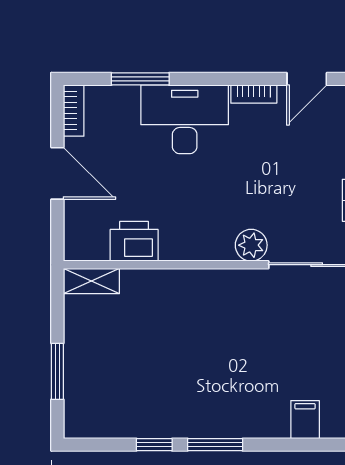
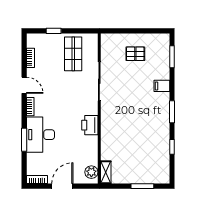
window: (140, 79) -> (24, 140), moved
printer: (134, 241) -> (90, 125), moved
plant: (251, 245) -> (91, 172), moved
window: (215, 445) -> (172, 112), moved

